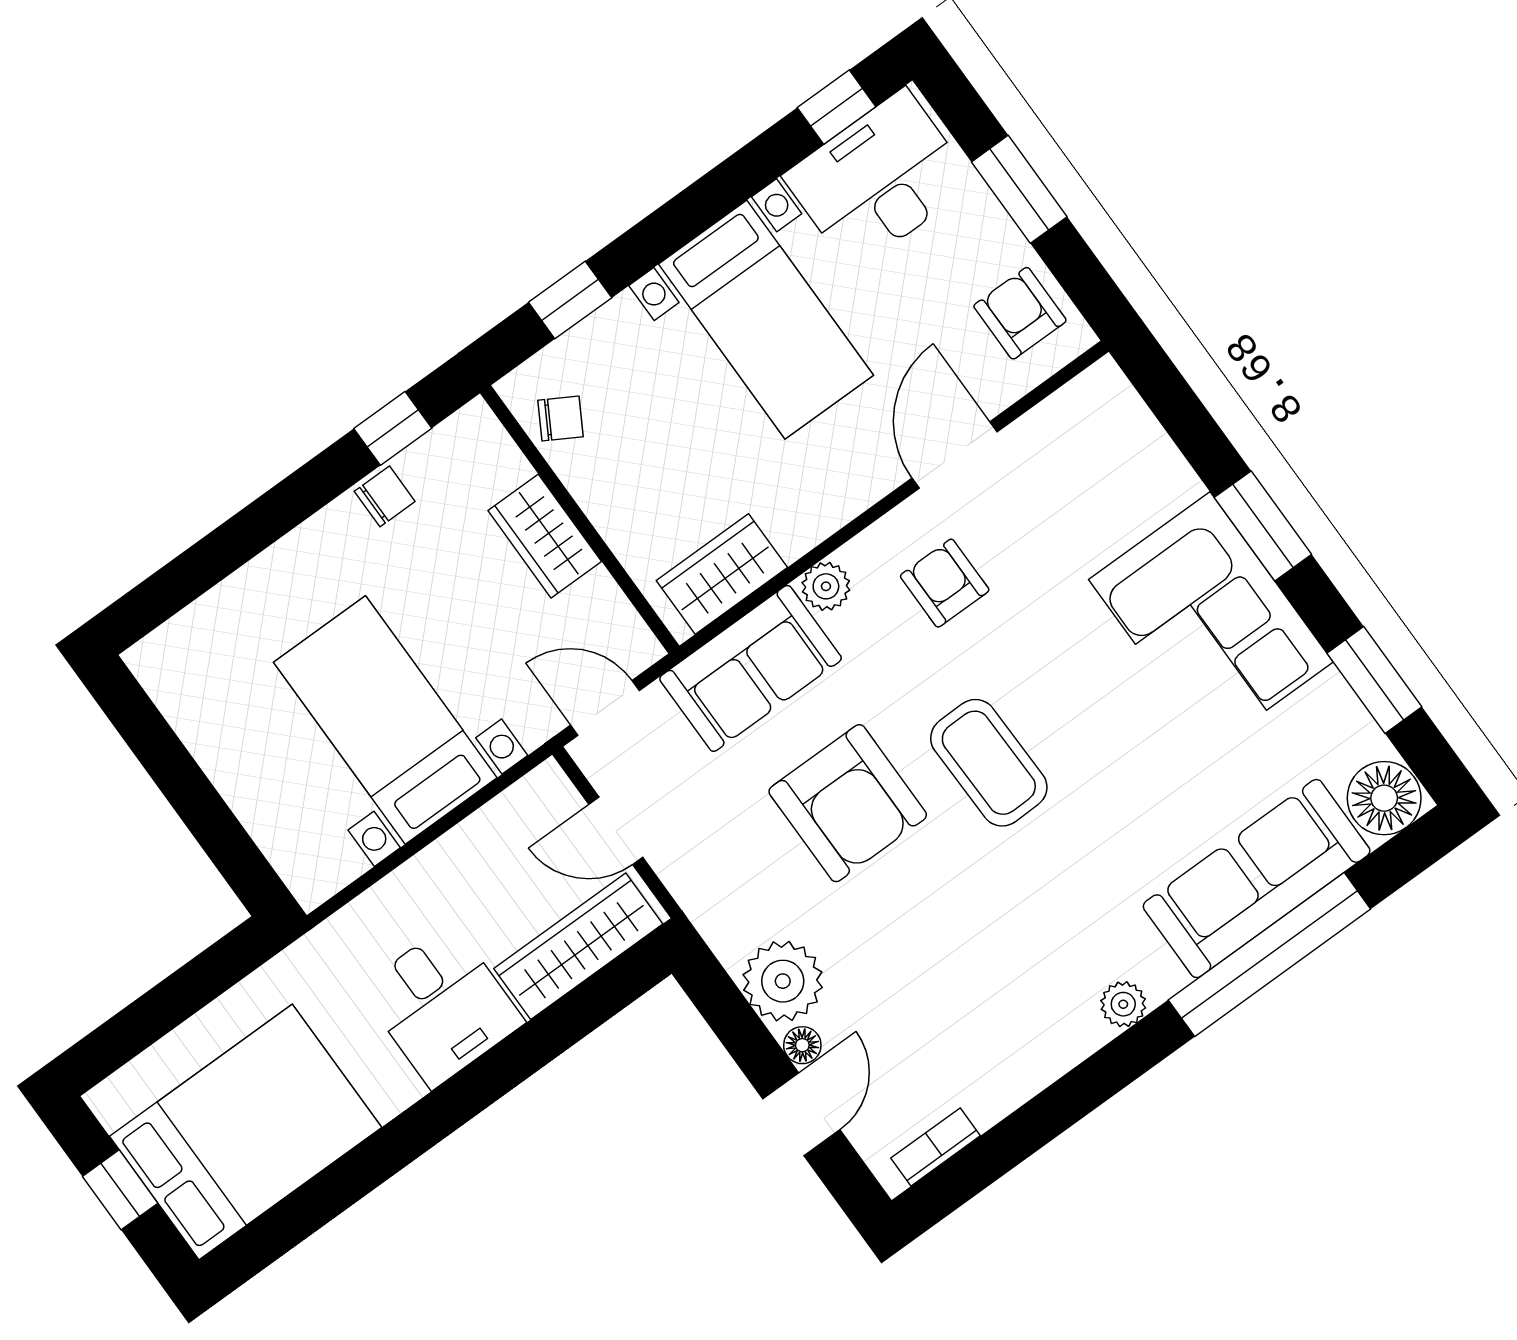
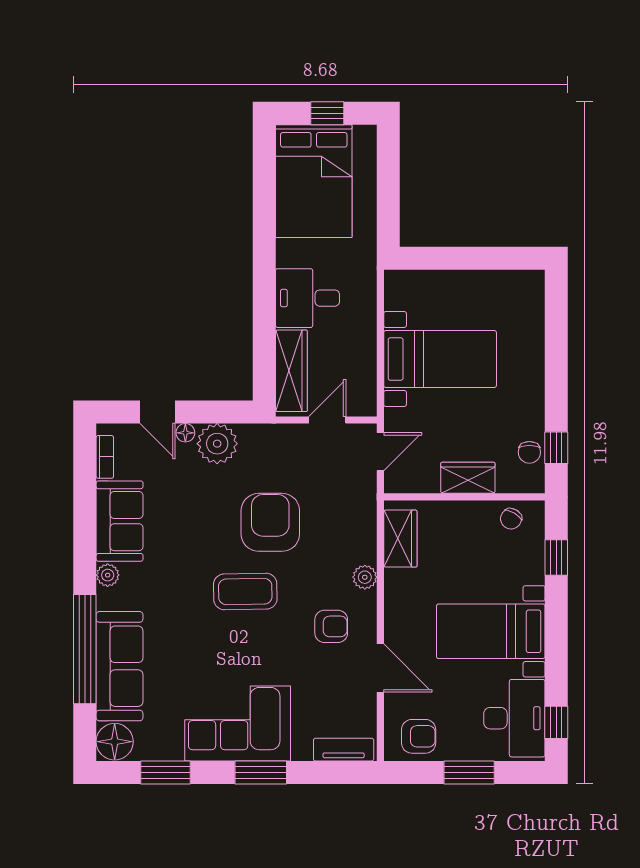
tv unit: (1129, 419) -> (344, 750), added
chair: (385, 496) -> (529, 452), moved
sofa: (751, 668) -> (120, 521), moved, turned 180
armchair: (848, 803) -> (270, 522), turned 90

